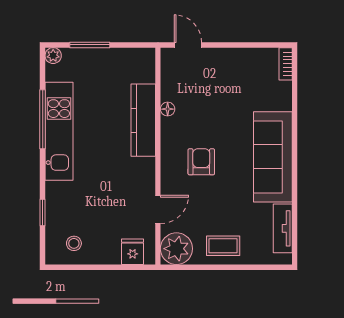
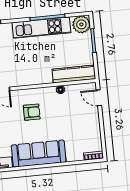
door: (188, 45) -> (99, 98), swing flipped
plant: (53, 56) -> (81, 24), width x1.88, depth x1.88
kitchen counter: (143, 120) -> (74, 74), moved

